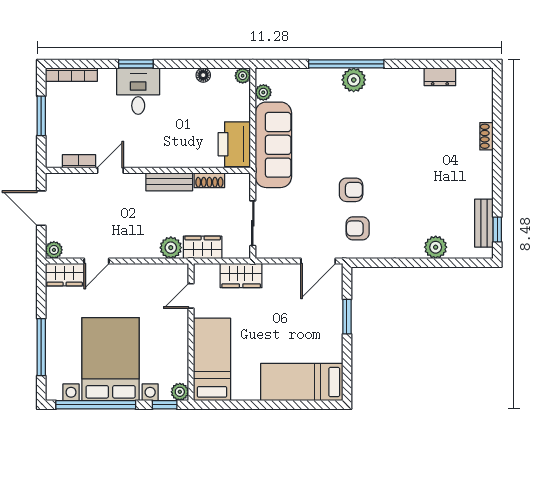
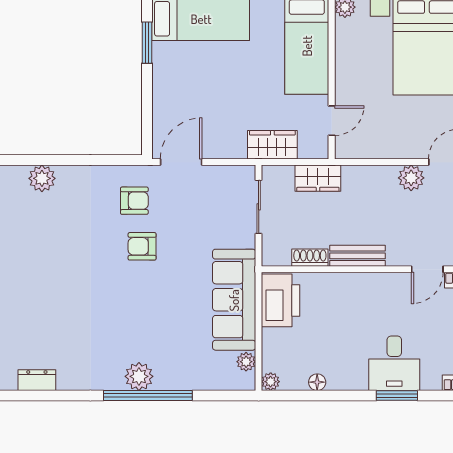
plant: (171, 248) -> (411, 178), moved
window: (347, 317) -> (147, 43), moved

